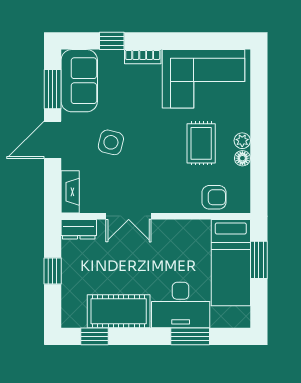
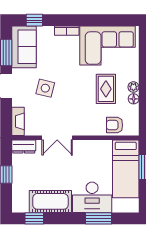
window: (112, 41) -> (34, 20), moved
armchair: (214, 197) -> (114, 125), turned 180

